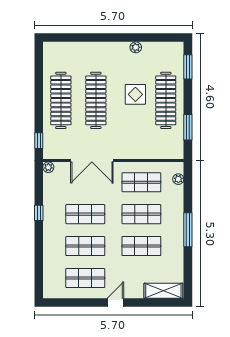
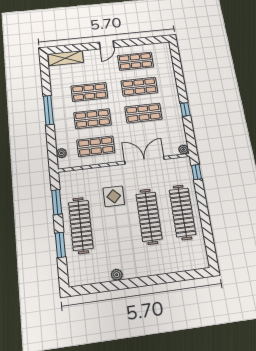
window: (188, 67) -> (60, 245), moved
display table: (135, 94) -> (114, 196), moved

